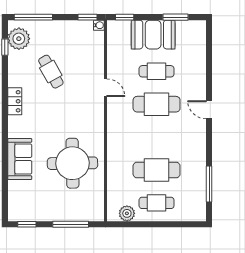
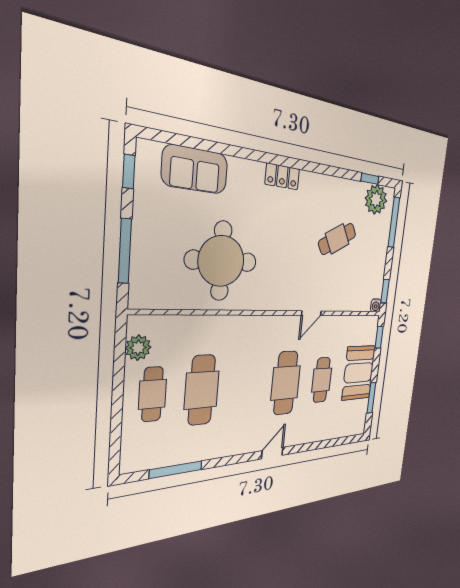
locker: (15, 101) -> (282, 176), moved
sofa: (20, 159) -> (195, 169), moved

